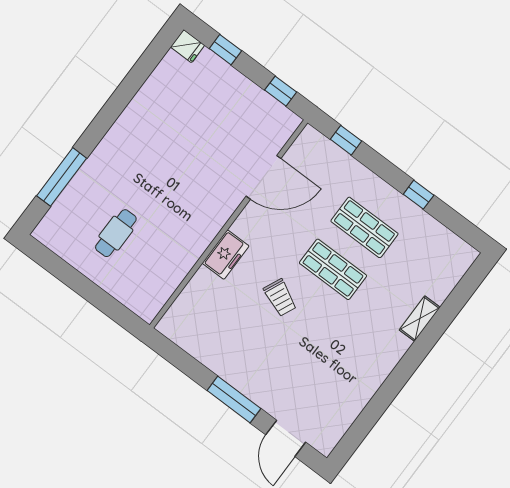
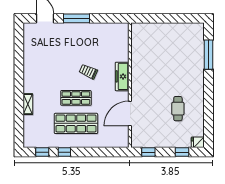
window: (346, 140) -> (42, 152), moved
shop shelf: (364, 227) -> (76, 123), width x1.43, depth x1.36
cafe table: (116, 233) -> (178, 109), moved
freezer: (226, 255) -> (122, 76), width x1.40

